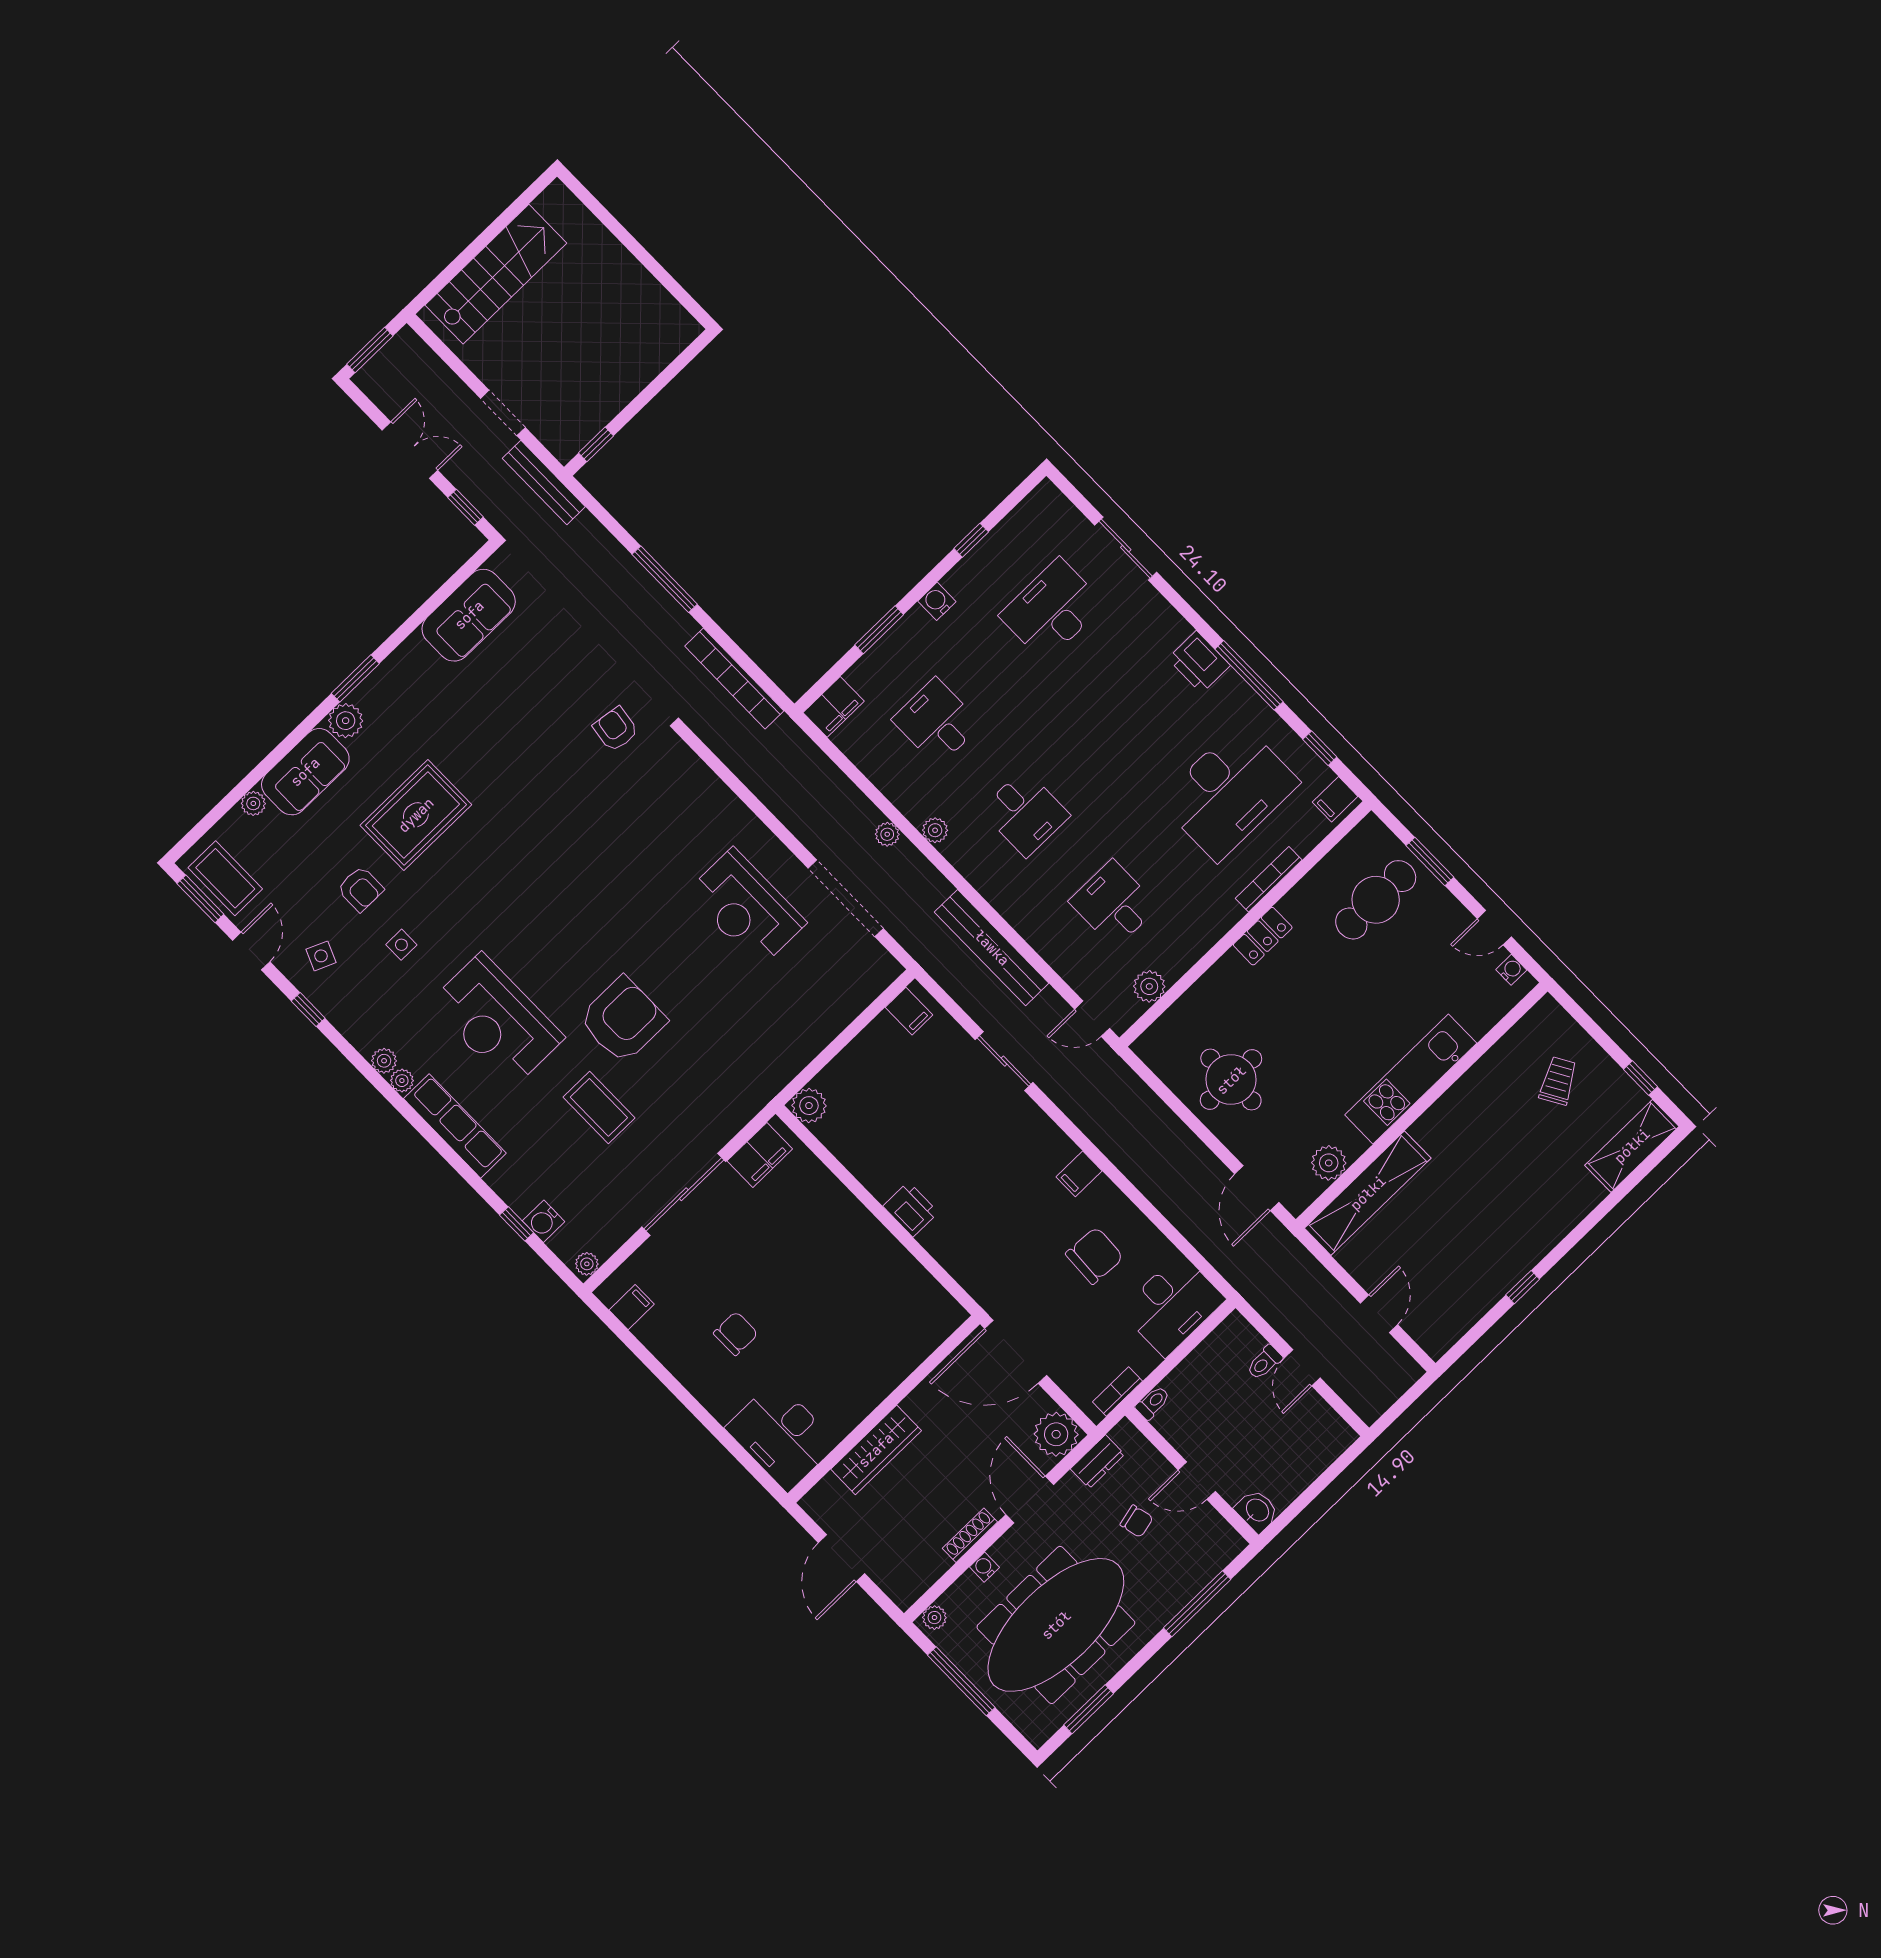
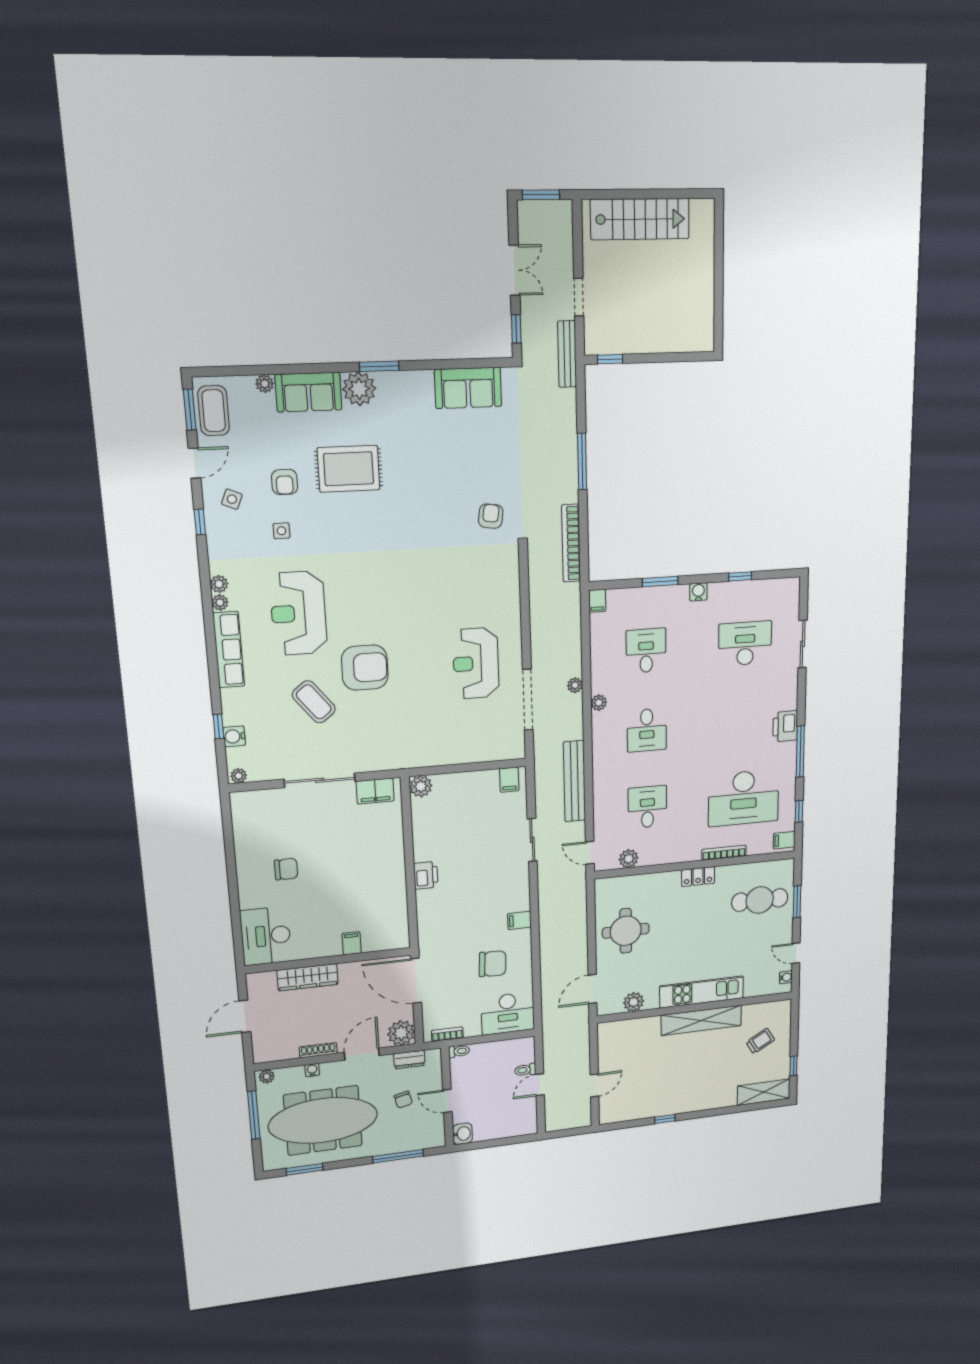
filing cabinet: (834, 707) -> (597, 601), width x0.50
plant: (346, 721) -> (359, 389), width x1.36, depth x1.36
coffee table: (599, 1107) -> (314, 702), turned -38
shelving: (1368, 1193) -> (701, 1020), moved
filing cabinet: (632, 1307) -> (352, 943), moved, turned -90

